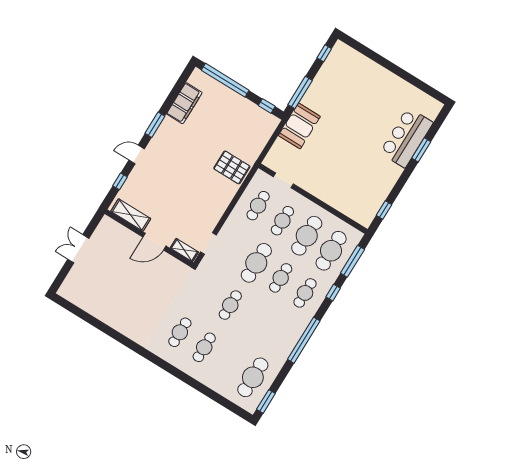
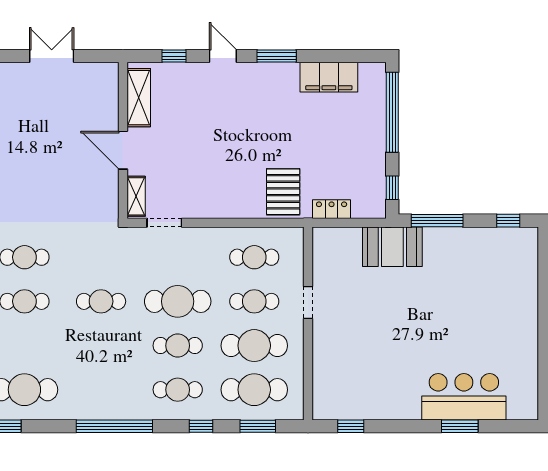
locker: (258, 147) -> (332, 209), added
doorway: (283, 180) -> (308, 302), moved
window: (352, 261) -> (258, 426), width x0.69

